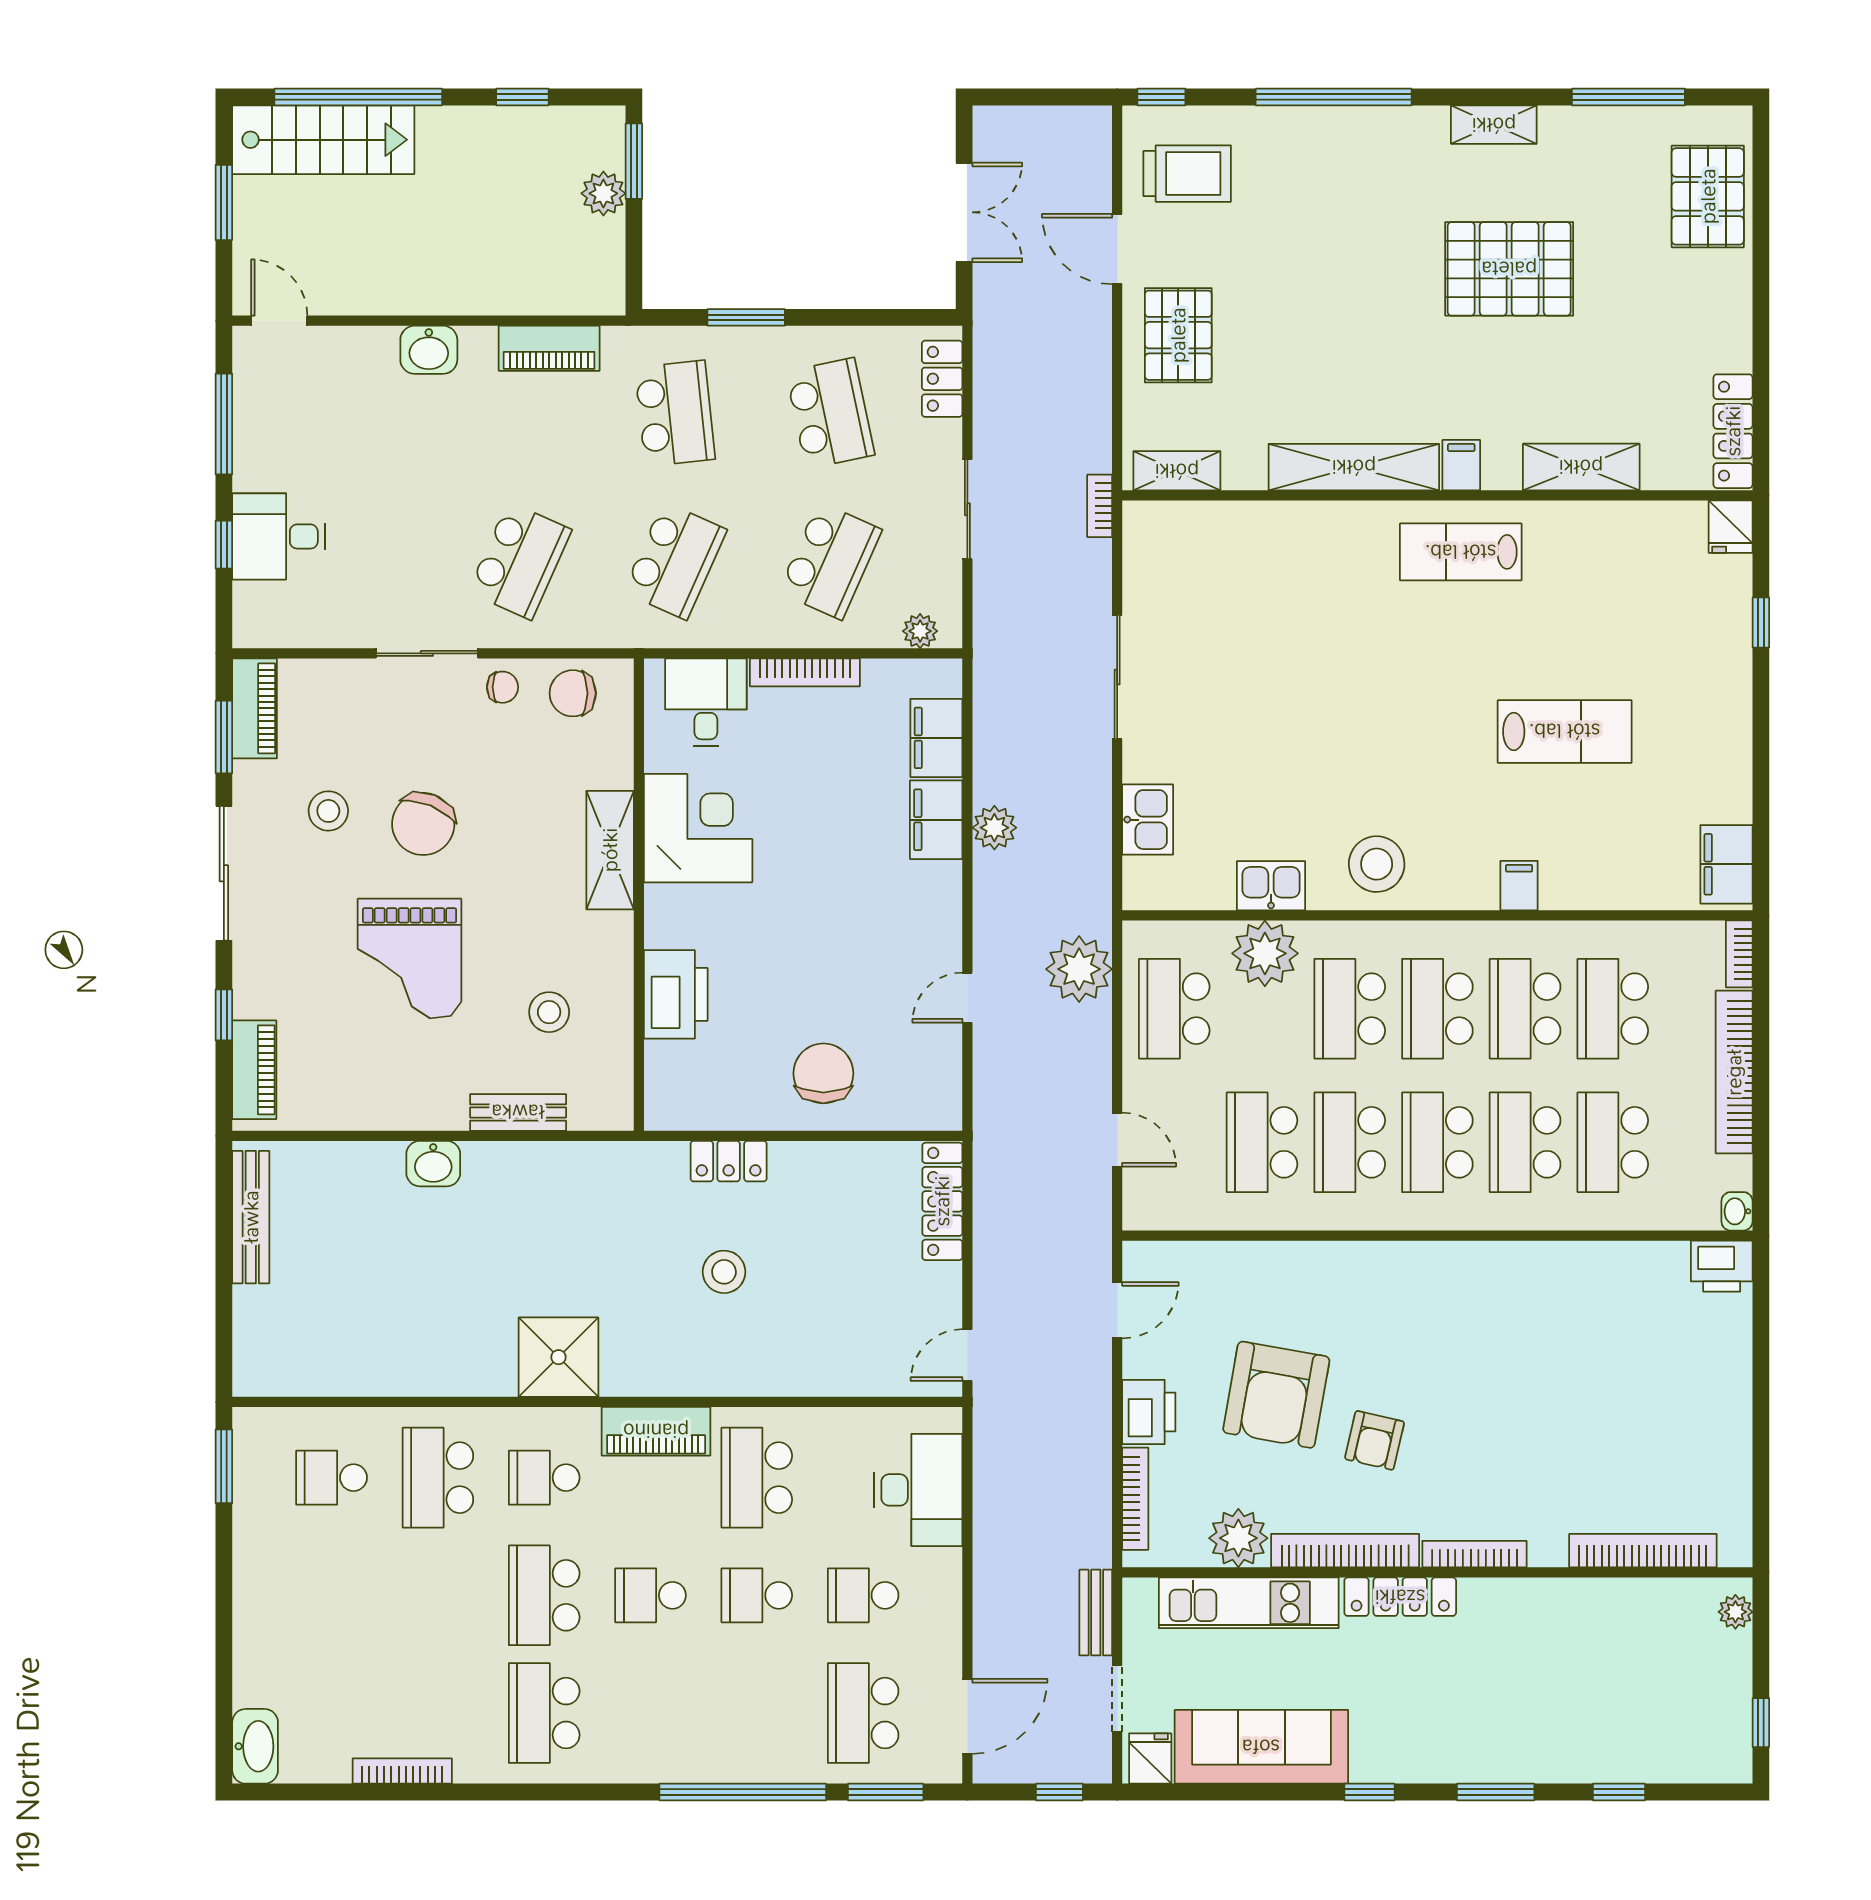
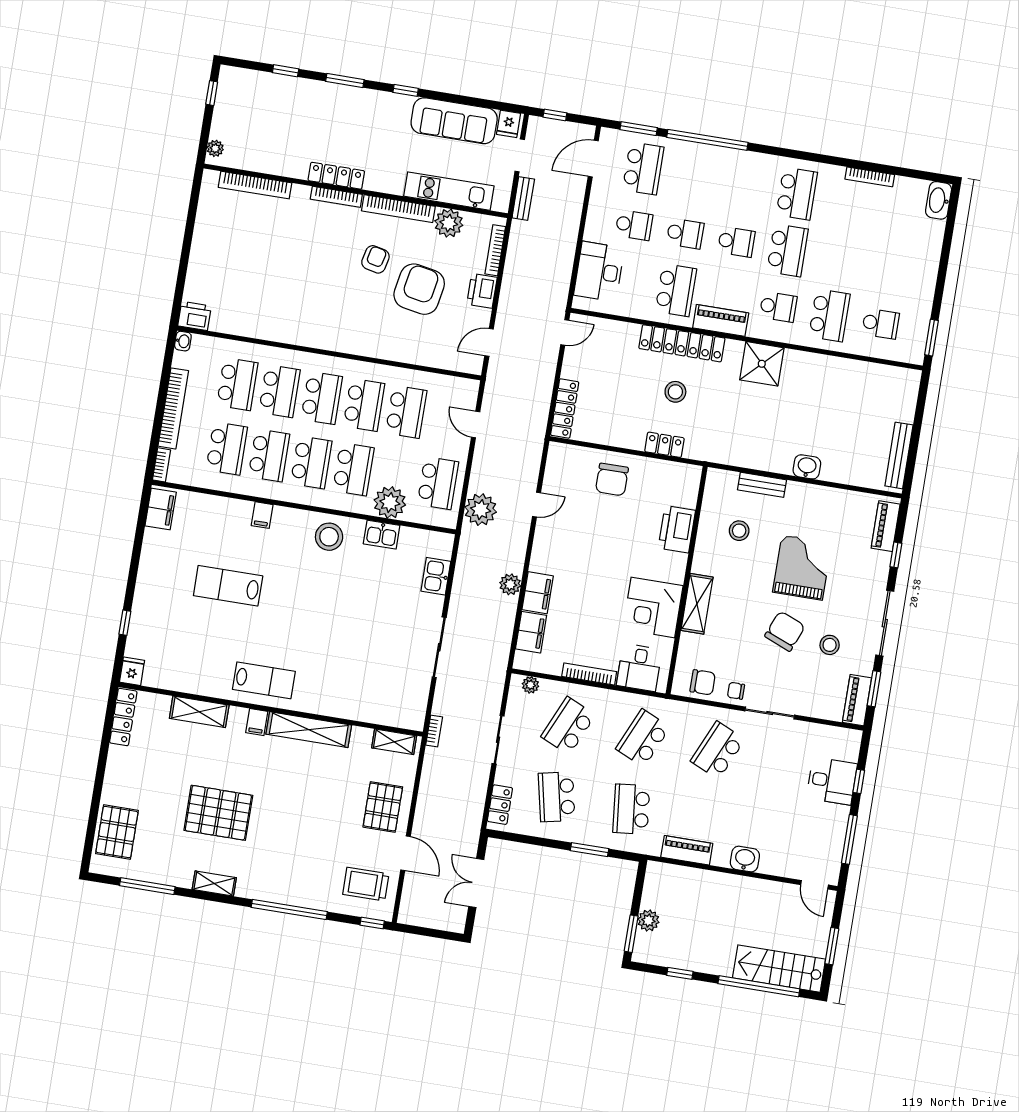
locker: (727, 1372) -> (682, 343), added
locker: (1400, 1597) -> (336, 176), moved

